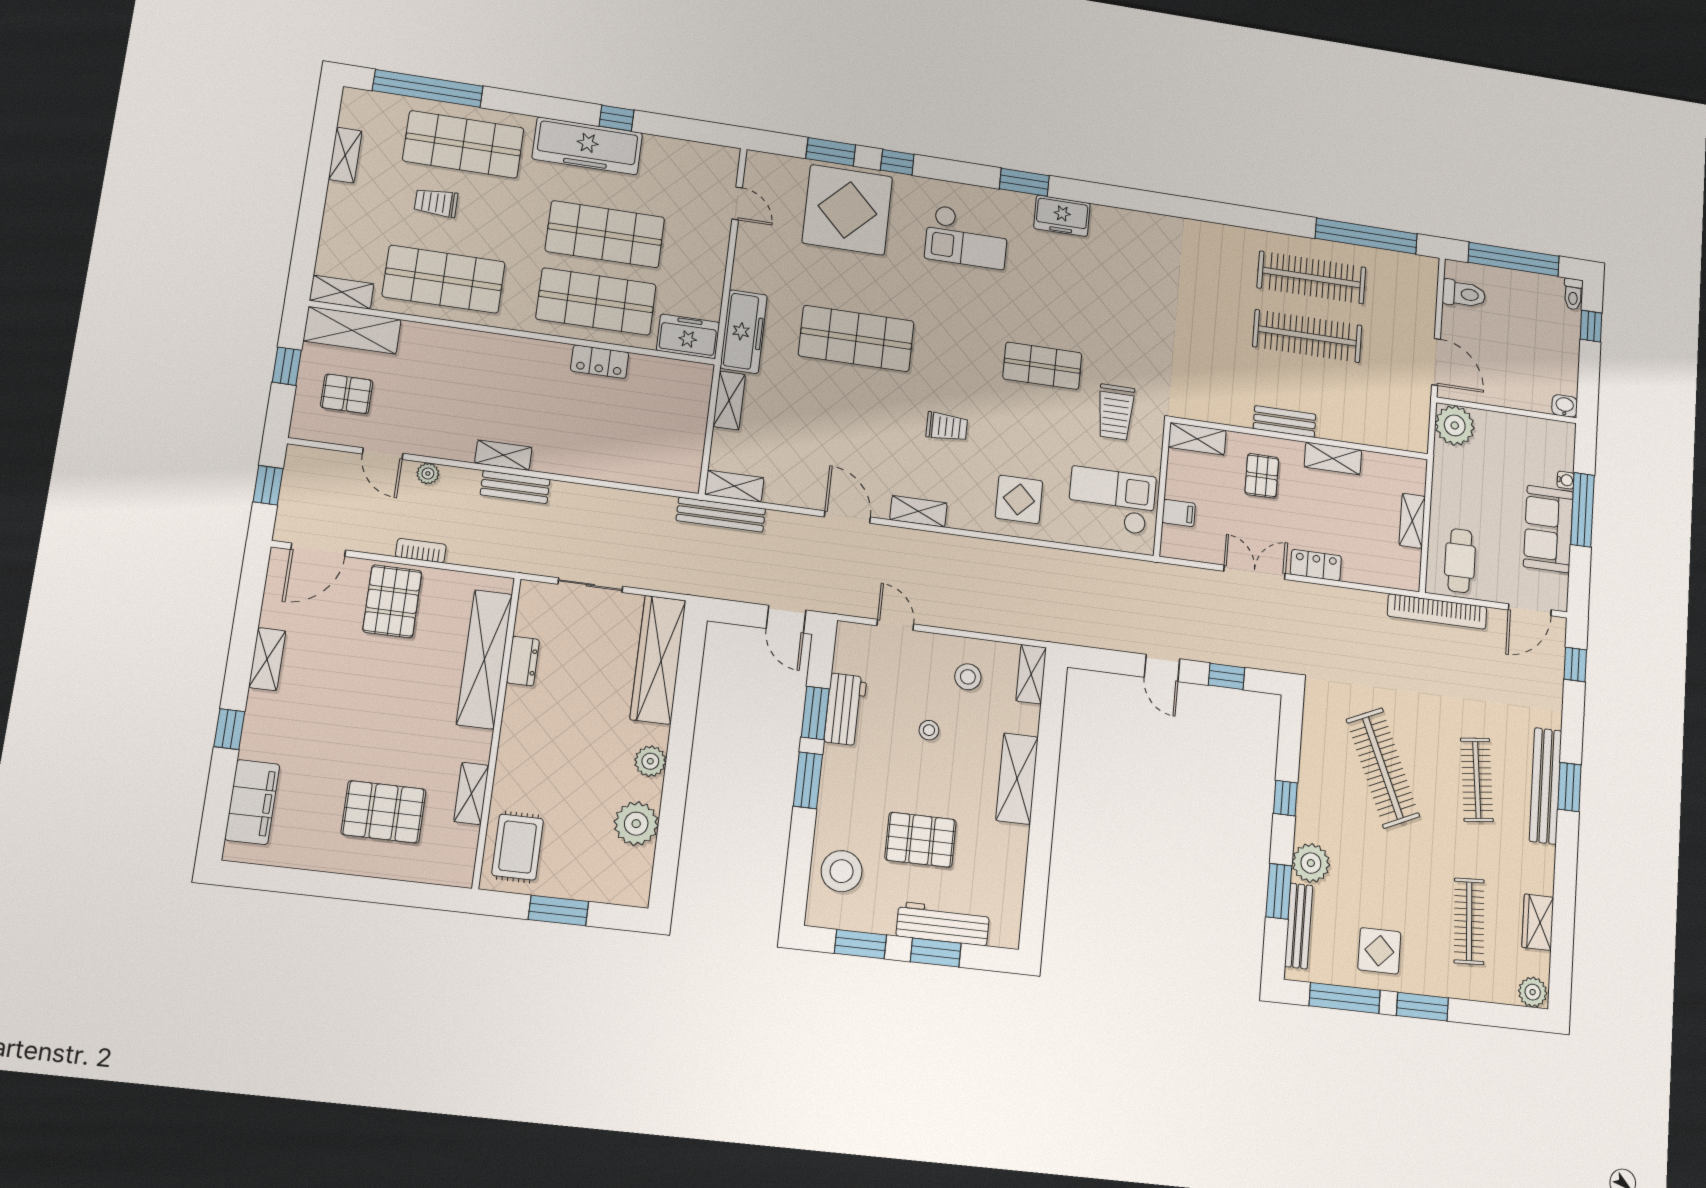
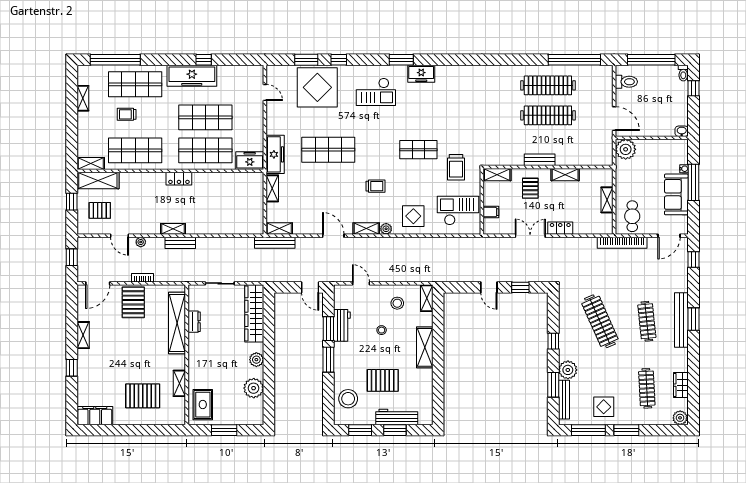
locker: (600, 362) -> (179, 179), moved
plant: (960, 518) -> (386, 229), added
filing cabinet: (252, 802) -> (95, 416), moved, turned -90

